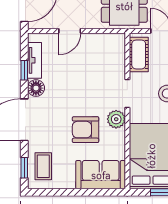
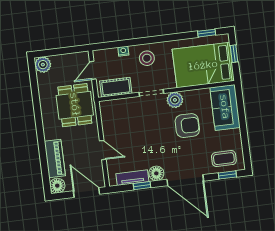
armchair: (86, 130) -> (187, 126), turned -90

